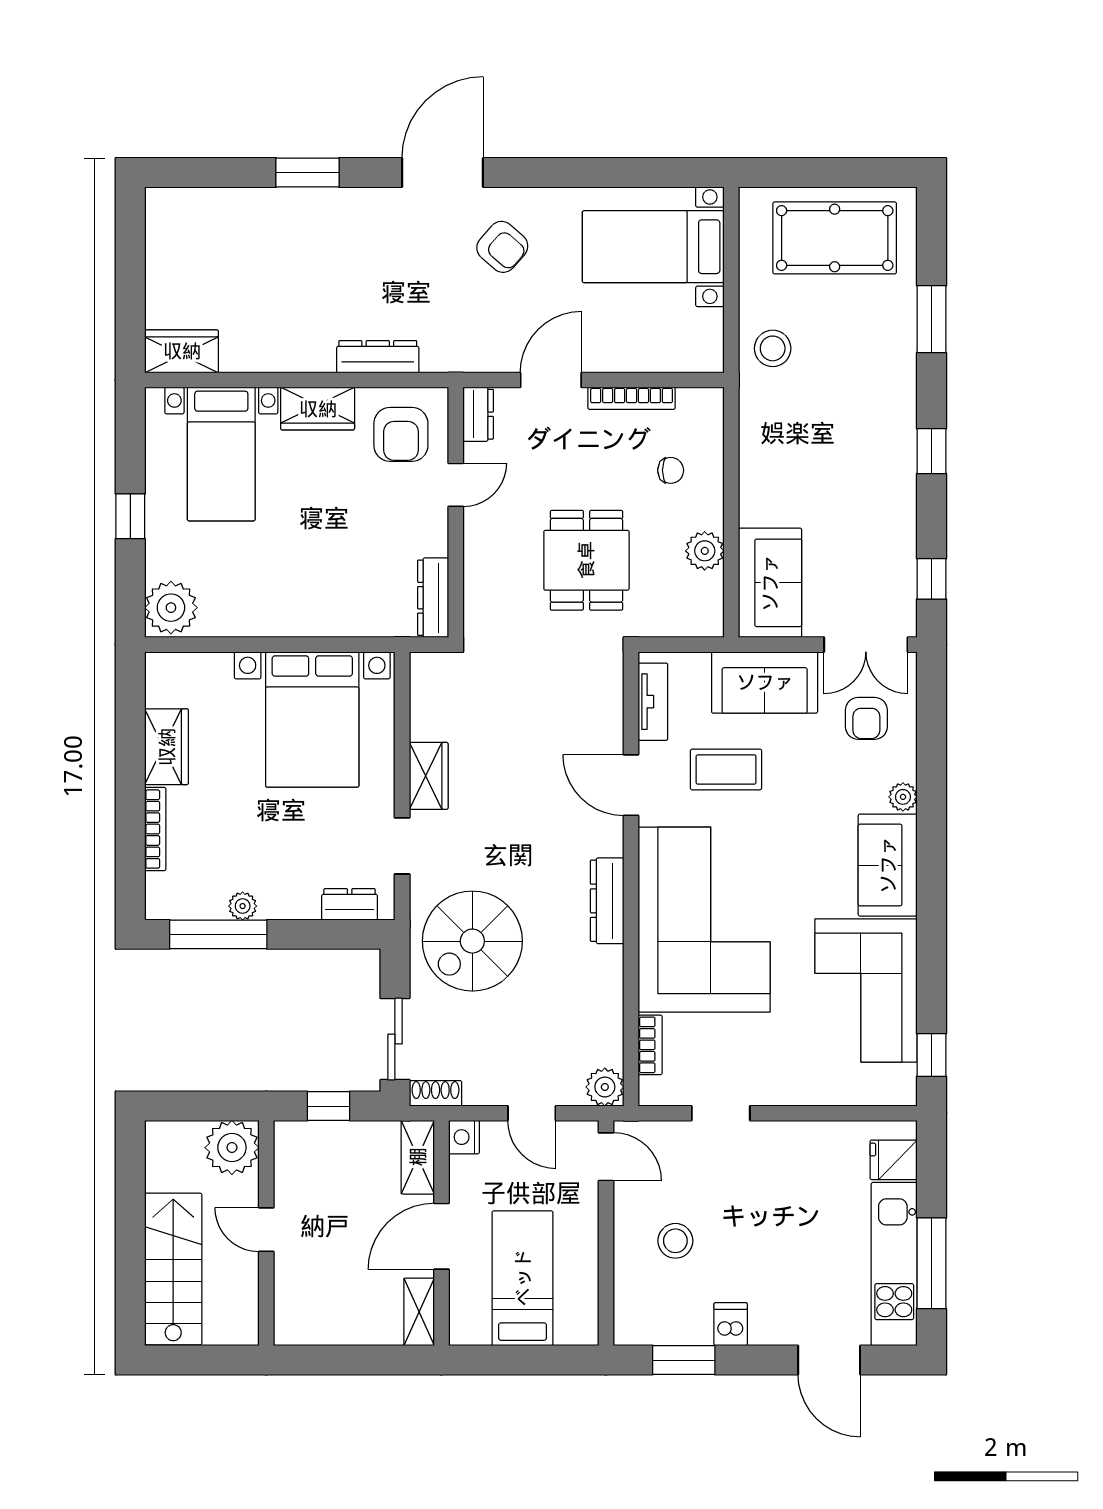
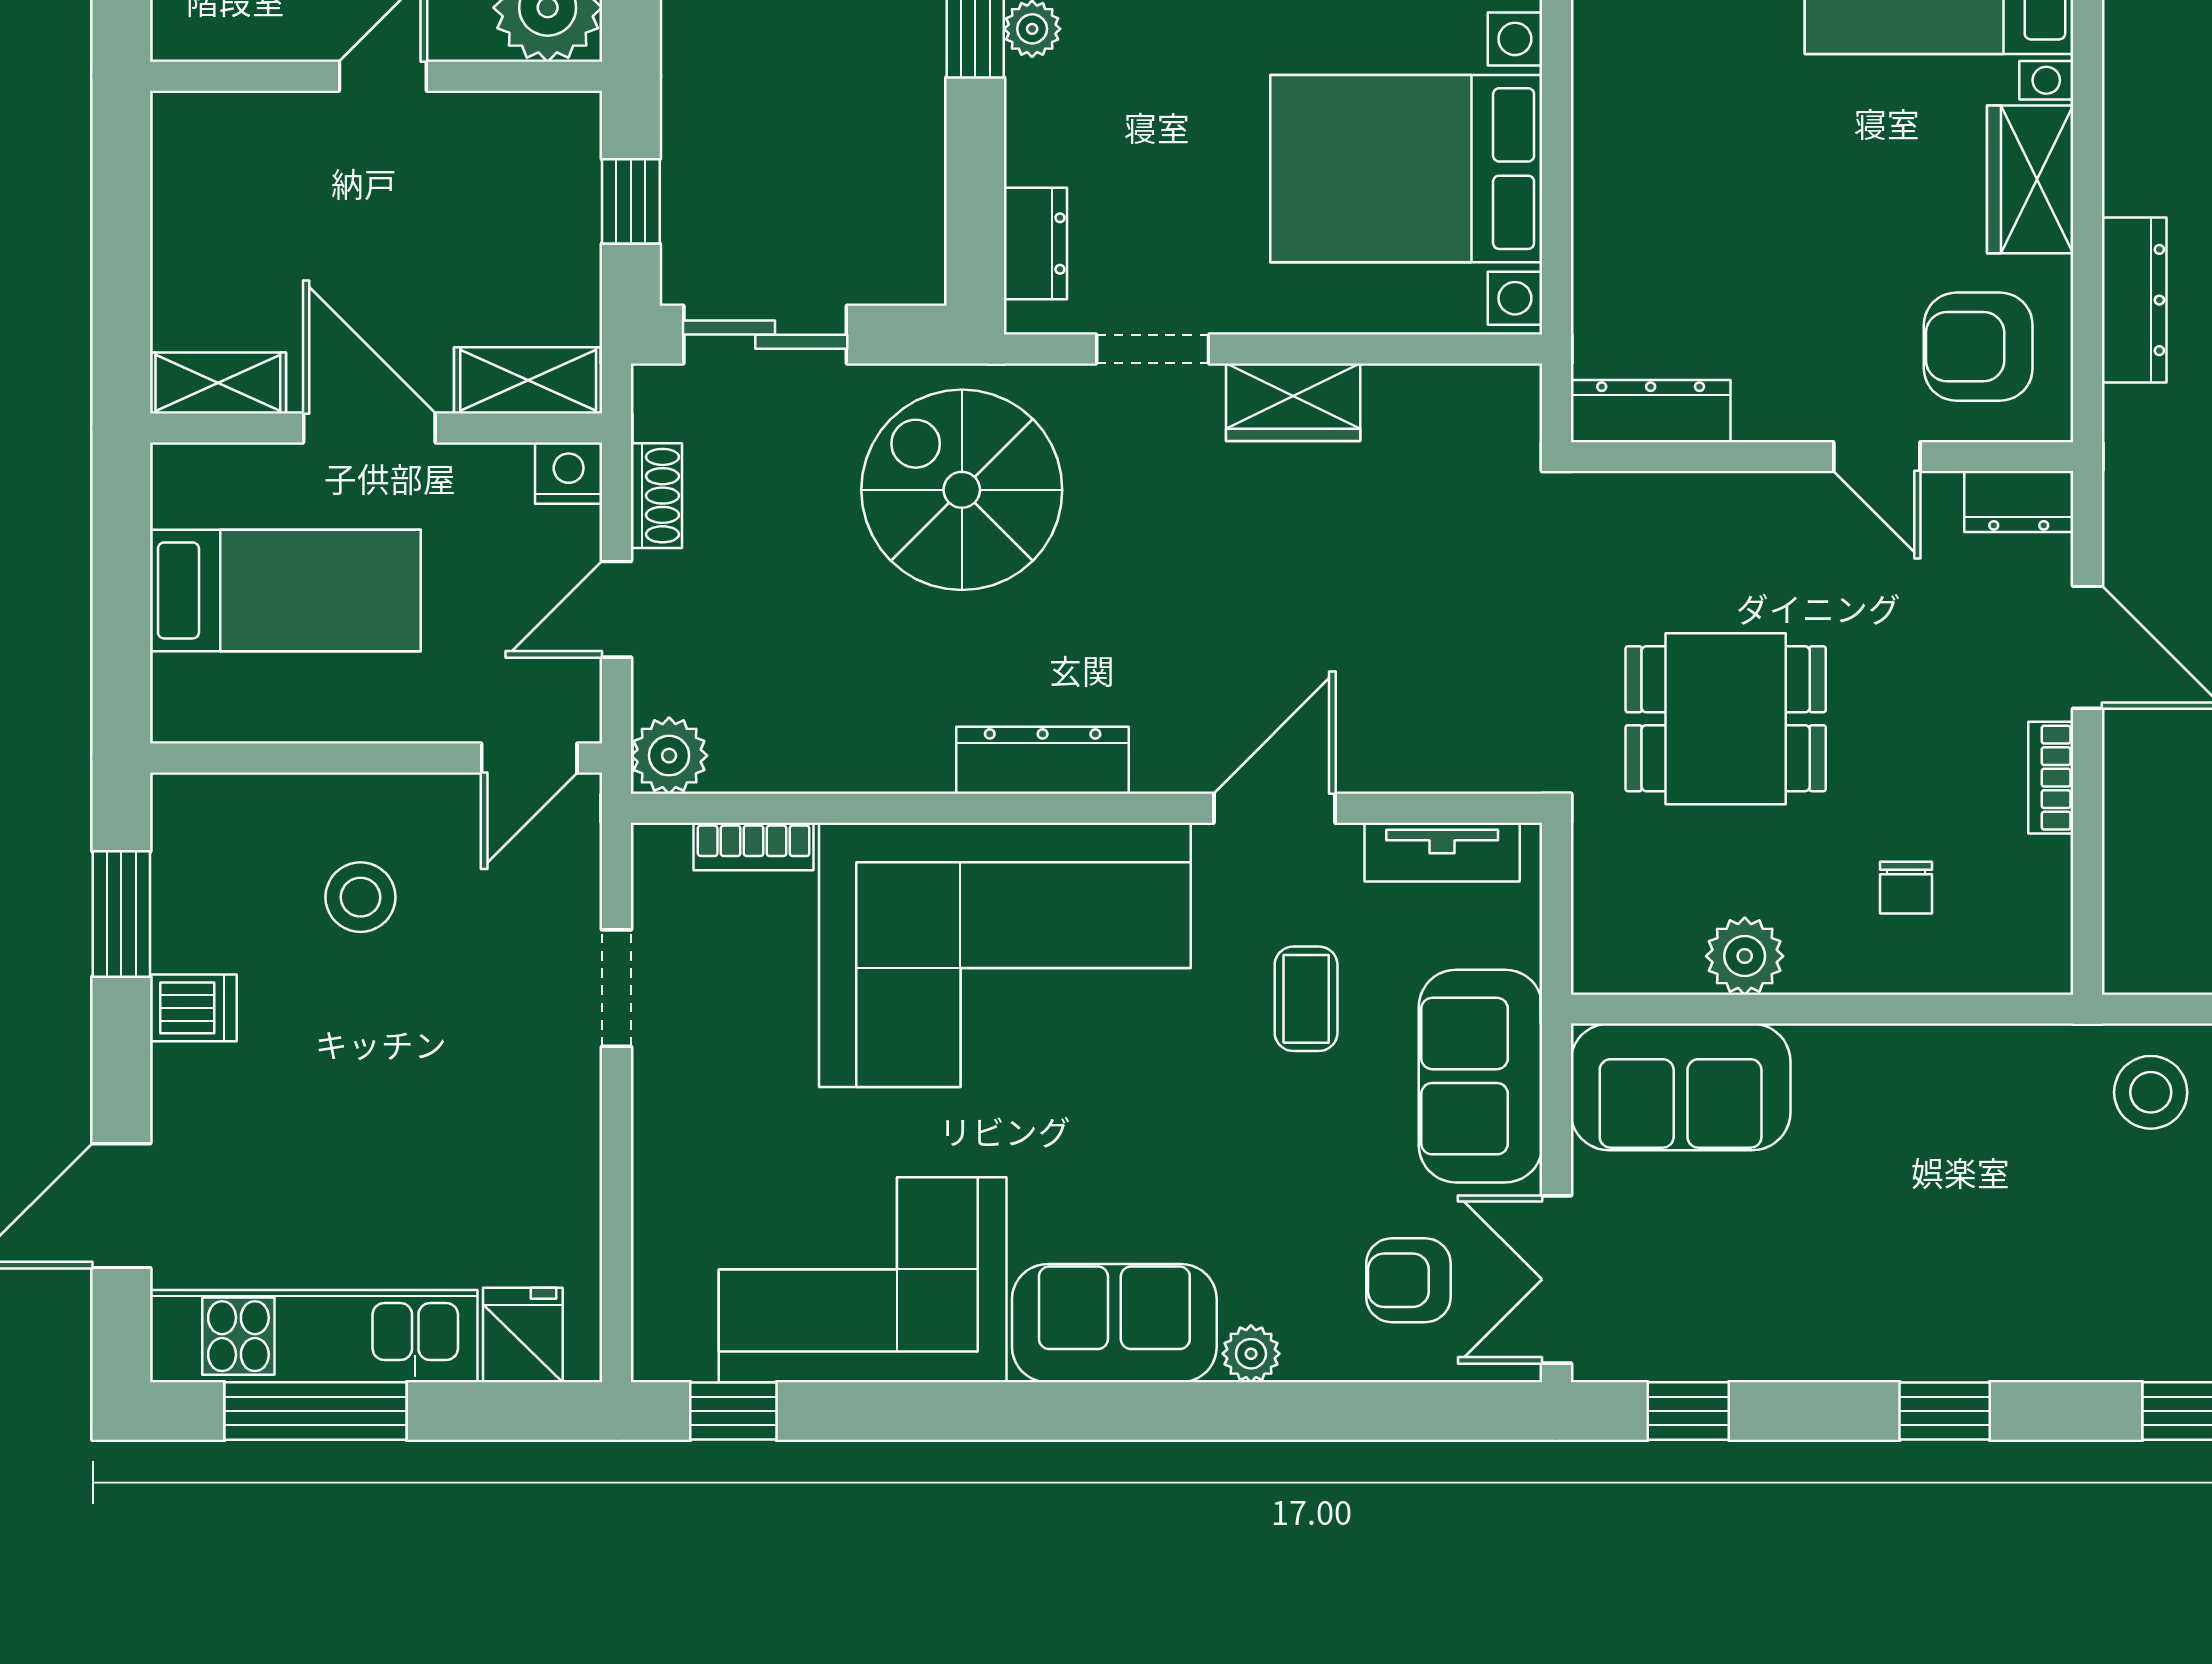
bookcase: (632, 398) -> (2051, 778), width x0.64
coffee table: (726, 769) -> (1306, 999), width x0.73, depth x0.77
shoe rack: (436, 1093) -> (656, 496), moved

